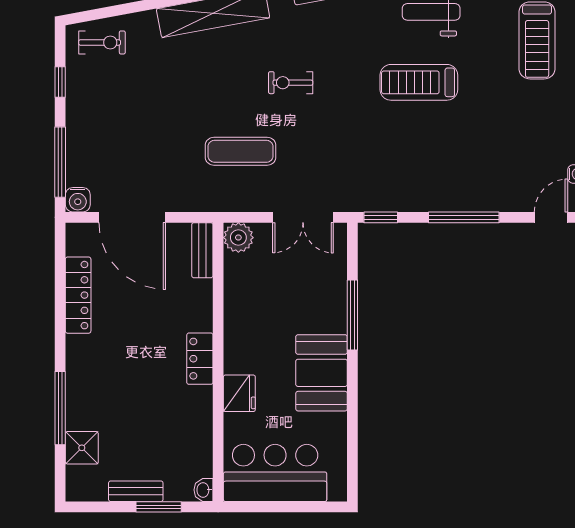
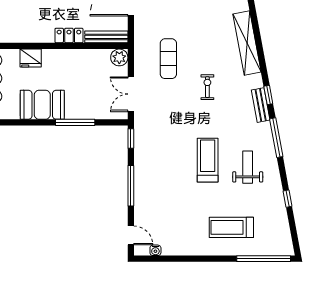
bench: (202, 250) -> (106, 37), width x1.36
locker: (200, 359) -> (69, 35), moved

